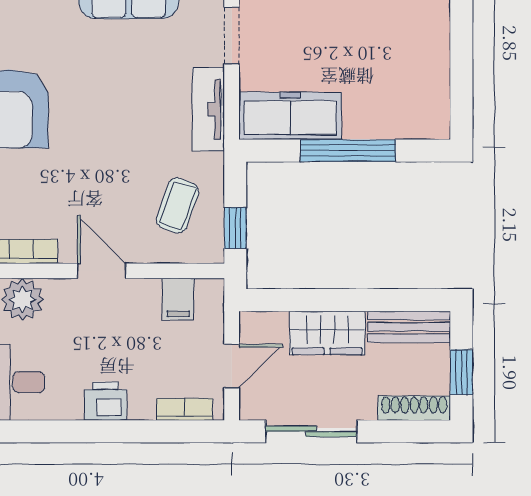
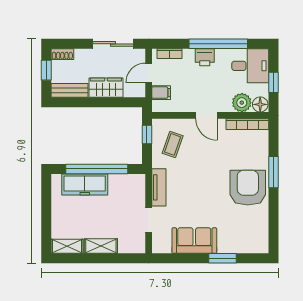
freezer: (290, 116) -> (85, 184), moved
window: (348, 151) -> (97, 169), width x1.46
filing cabinet: (178, 299) -> (161, 93), moved, turned 90
shoe rack: (414, 408) -> (62, 54), width x0.70
window: (75, 431) -> (218, 44), added

